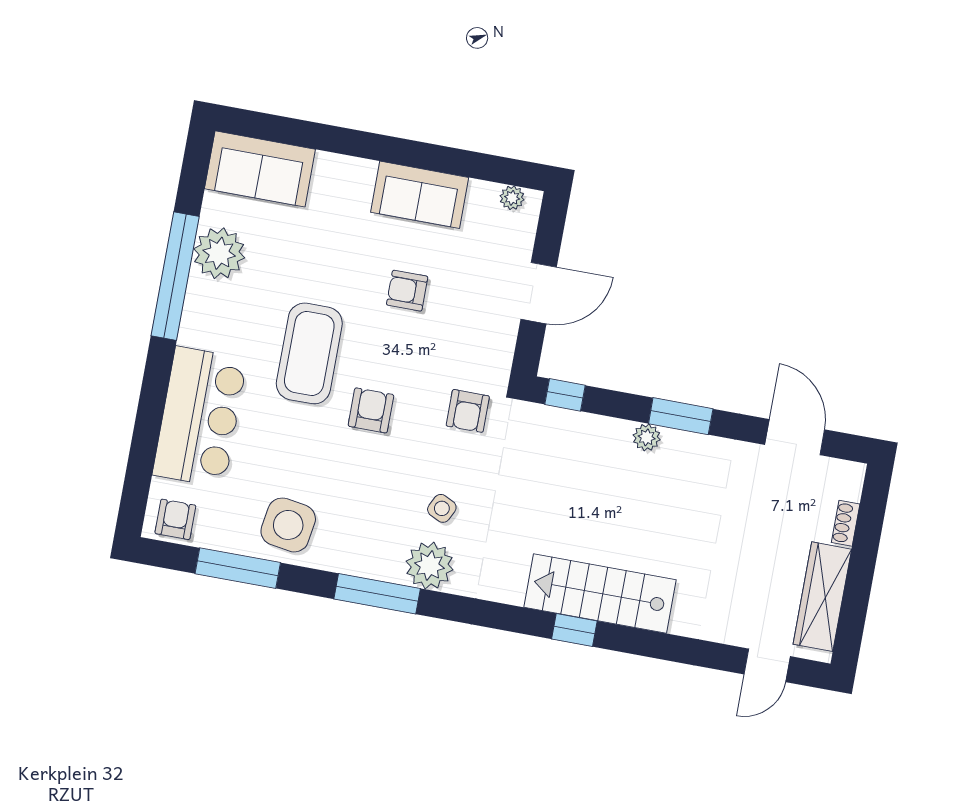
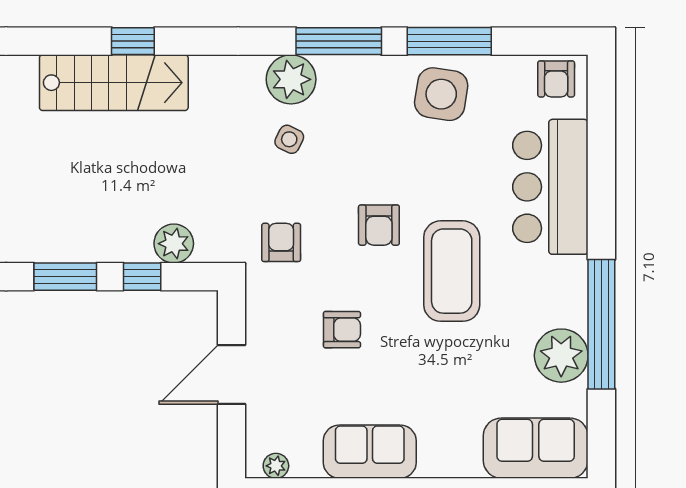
armchair: (407, 291) -> (342, 330), moved
window: (565, 395) -> (142, 277), moved
plant: (647, 437) -> (174, 244), moved, width x1.38, depth x1.38
window: (238, 568) -> (449, 41), moved

